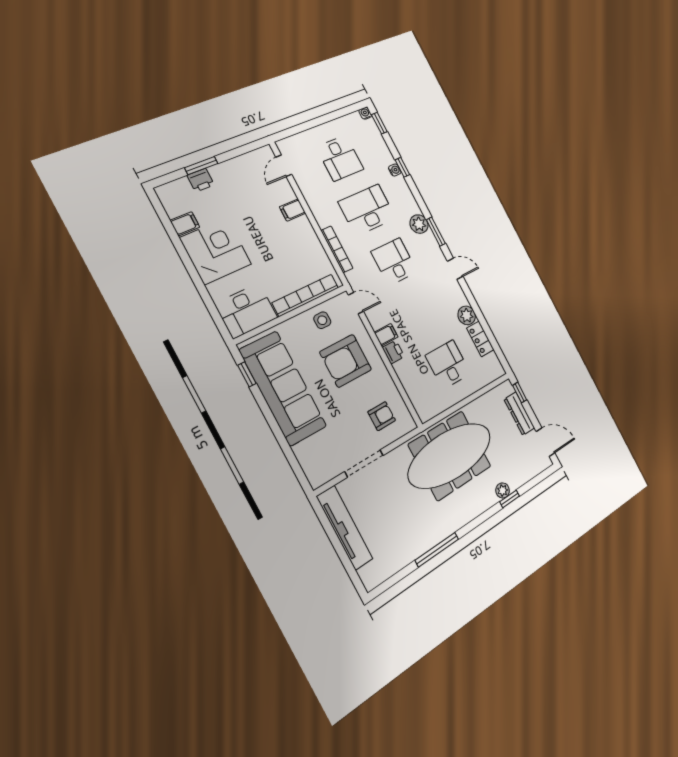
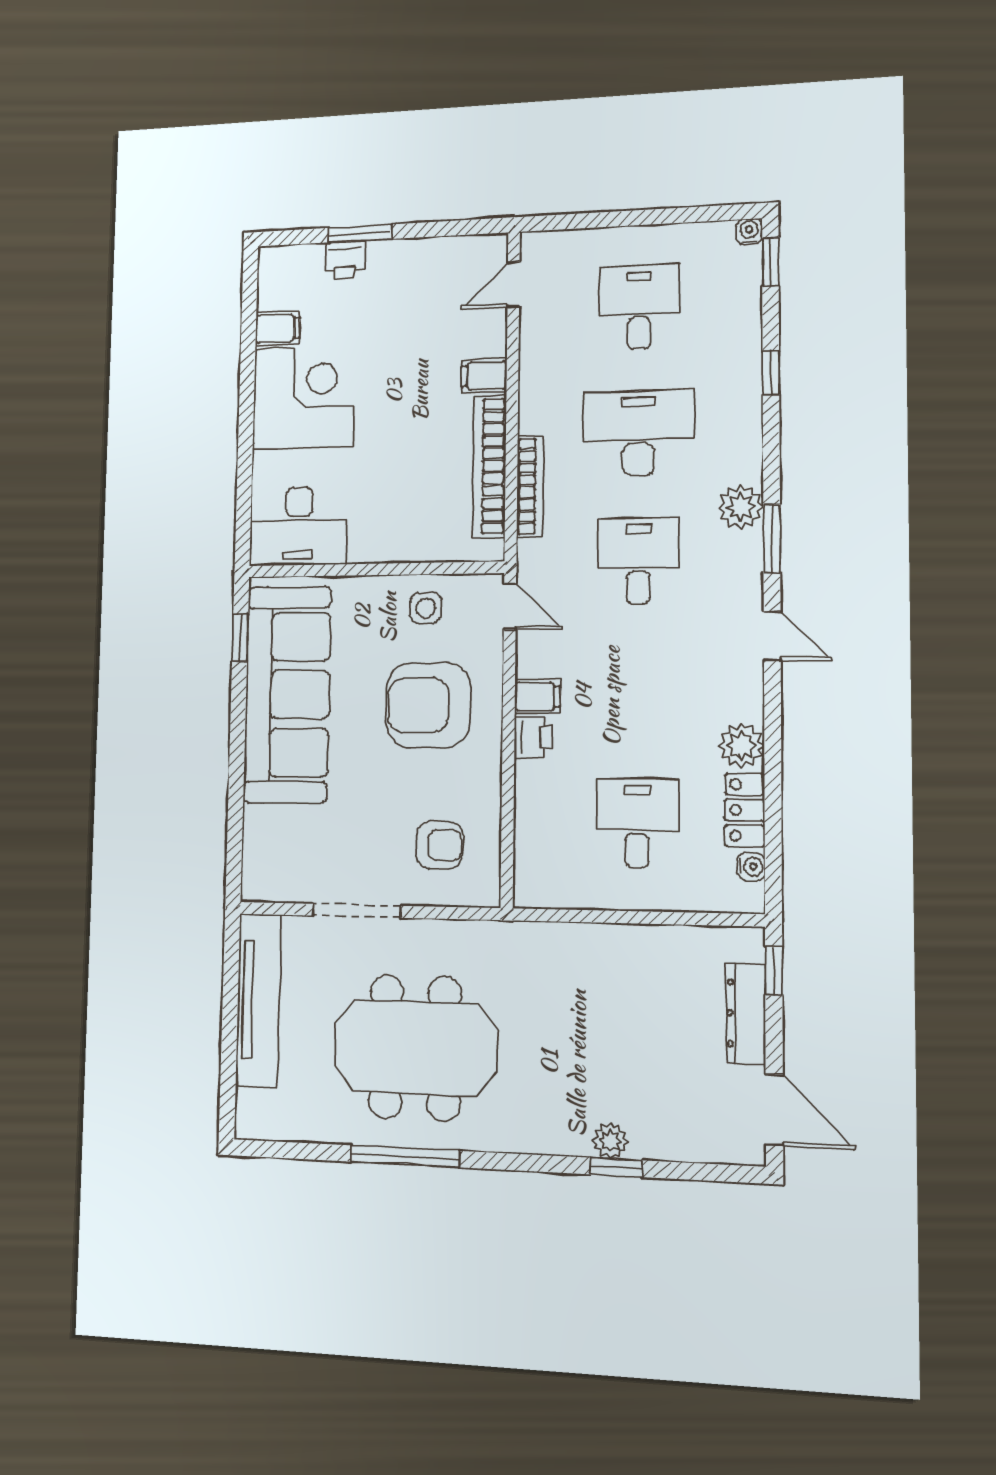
desk: (340, 158) -> (639, 307), turned 180
water cooler: (395, 170) -> (751, 866), moved
bookcase: (306, 295) -> (489, 466), moved, turned -90
meeting table: (450, 456) -> (415, 1048), moved, width x0.73

